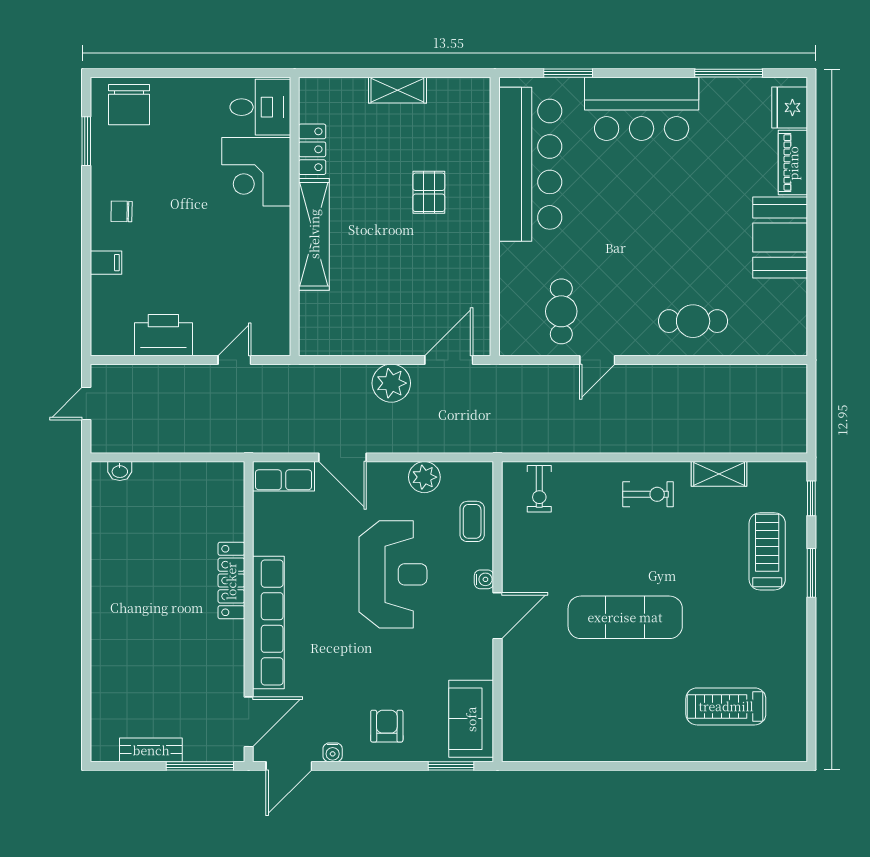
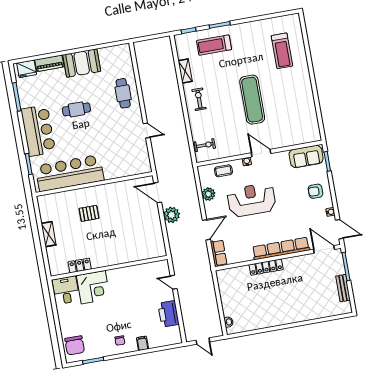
chair: (129, 105) -> (75, 345), turned 90
shelving: (314, 234) -> (115, 258), removed
cafe table: (561, 311) -> (76, 109), moved

